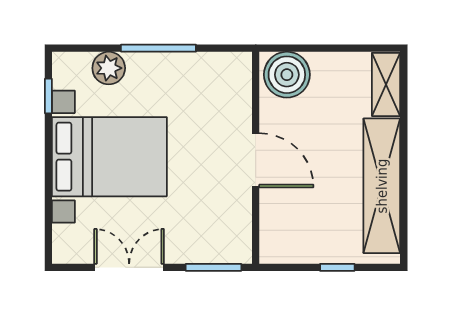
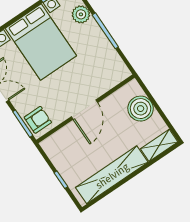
boiler: (287, 75) -> (141, 109), moved
armchair: (223, 241) -> (38, 120), added

